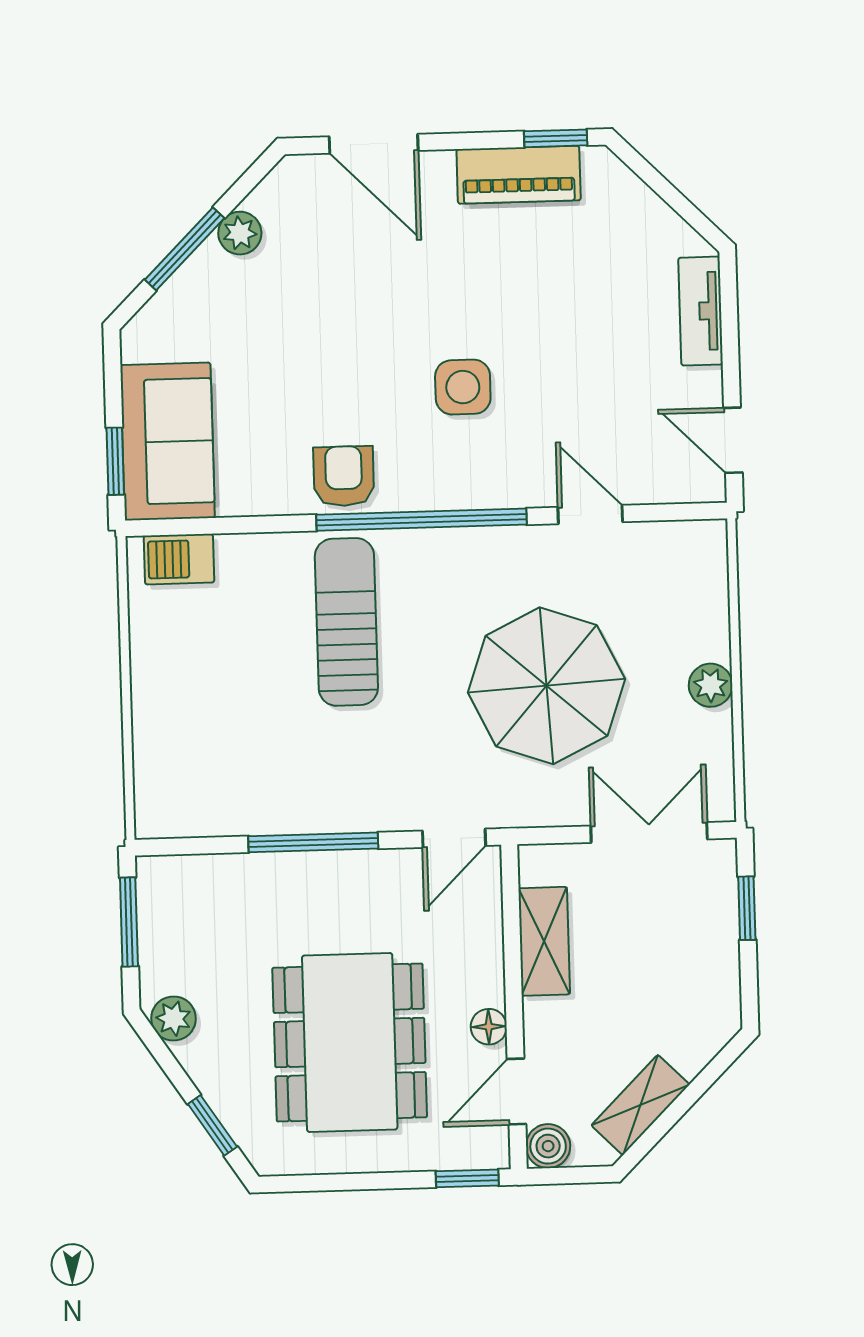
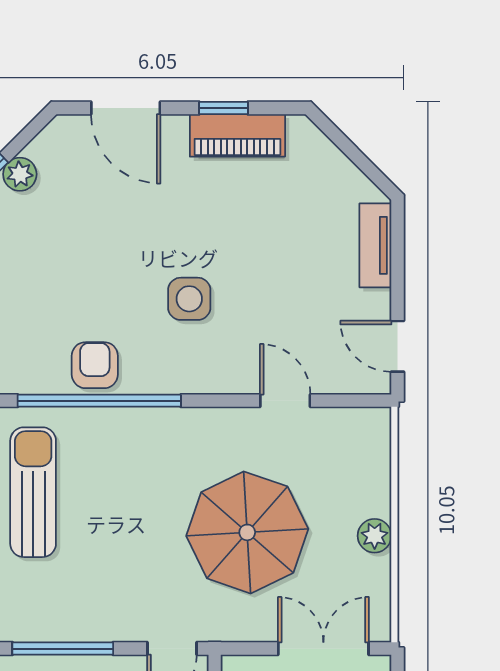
window: (556, 138) -> (223, 108), moved
window: (422, 520) -> (99, 401), moved
sun lounger: (346, 622) -> (33, 492), moved

